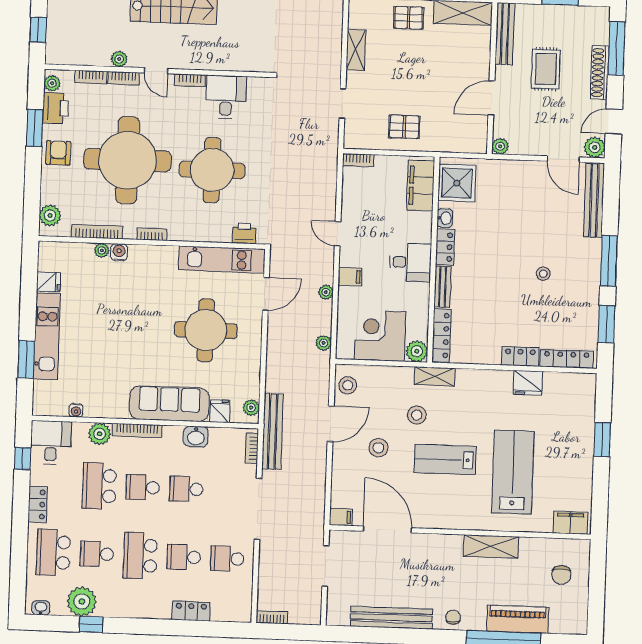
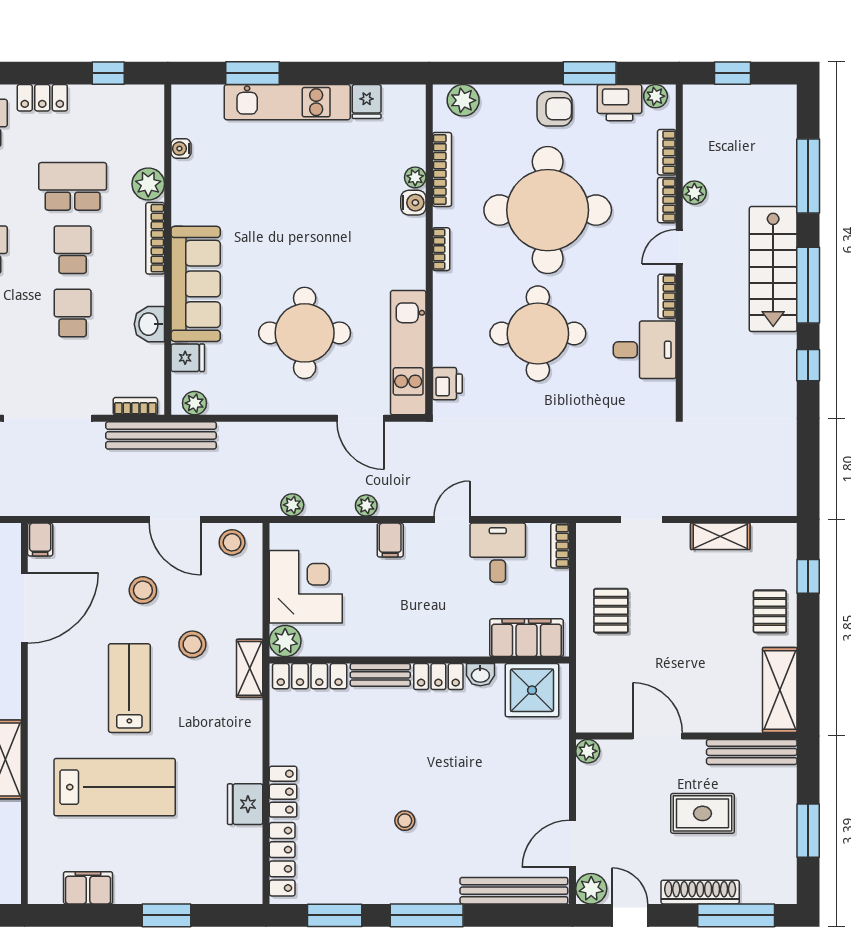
desk: (410, 262) -> (498, 553), moved, turned 180
desk: (51, 442) -> (133, 114), removed
filing cabinet: (570, 523) -> (88, 888), moved, turned -90

